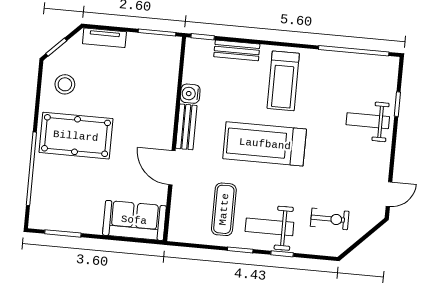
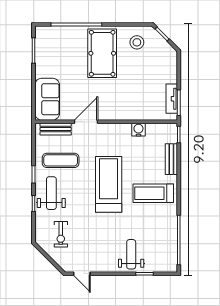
tv unit: (104, 38) -> (172, 99), moved
bench: (186, 127) -> (56, 129), moved

